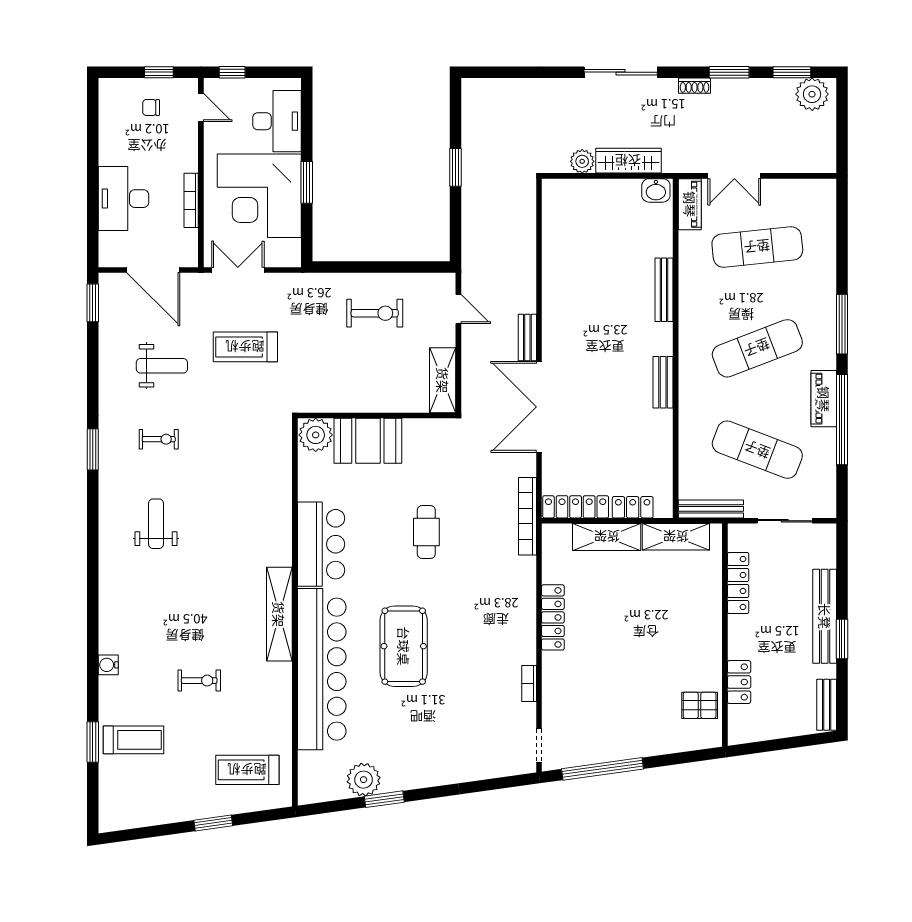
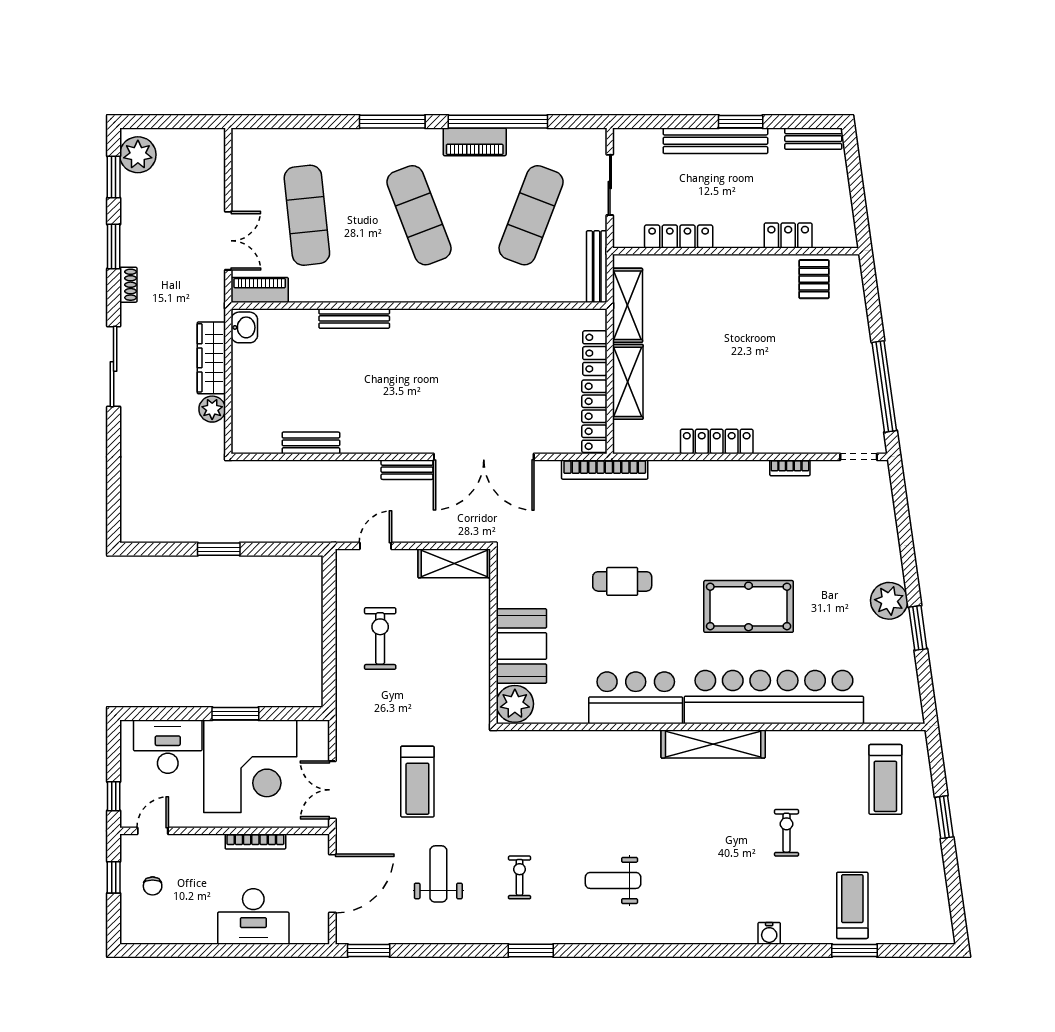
bench: (663, 382) -> (311, 443), moved
plant: (364, 780) -> (889, 601), moved

